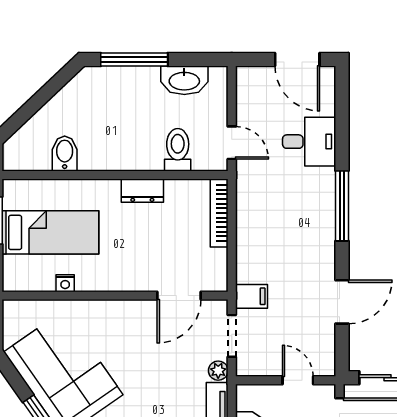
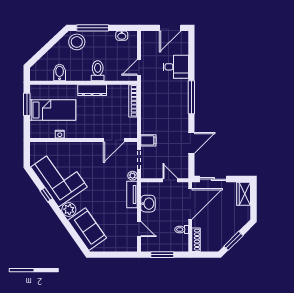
door: (297, 60) -> (170, 28), hinge flipped
washbasin: (184, 80) -> (122, 36), width x0.52, depth x0.69
stool: (101, 89) -> (77, 42), added
door: (232, 143) -> (139, 67), swing flipped
toilet: (178, 150) -> (98, 71), moved
dresser: (142, 191) -> (92, 90), width x1.44

